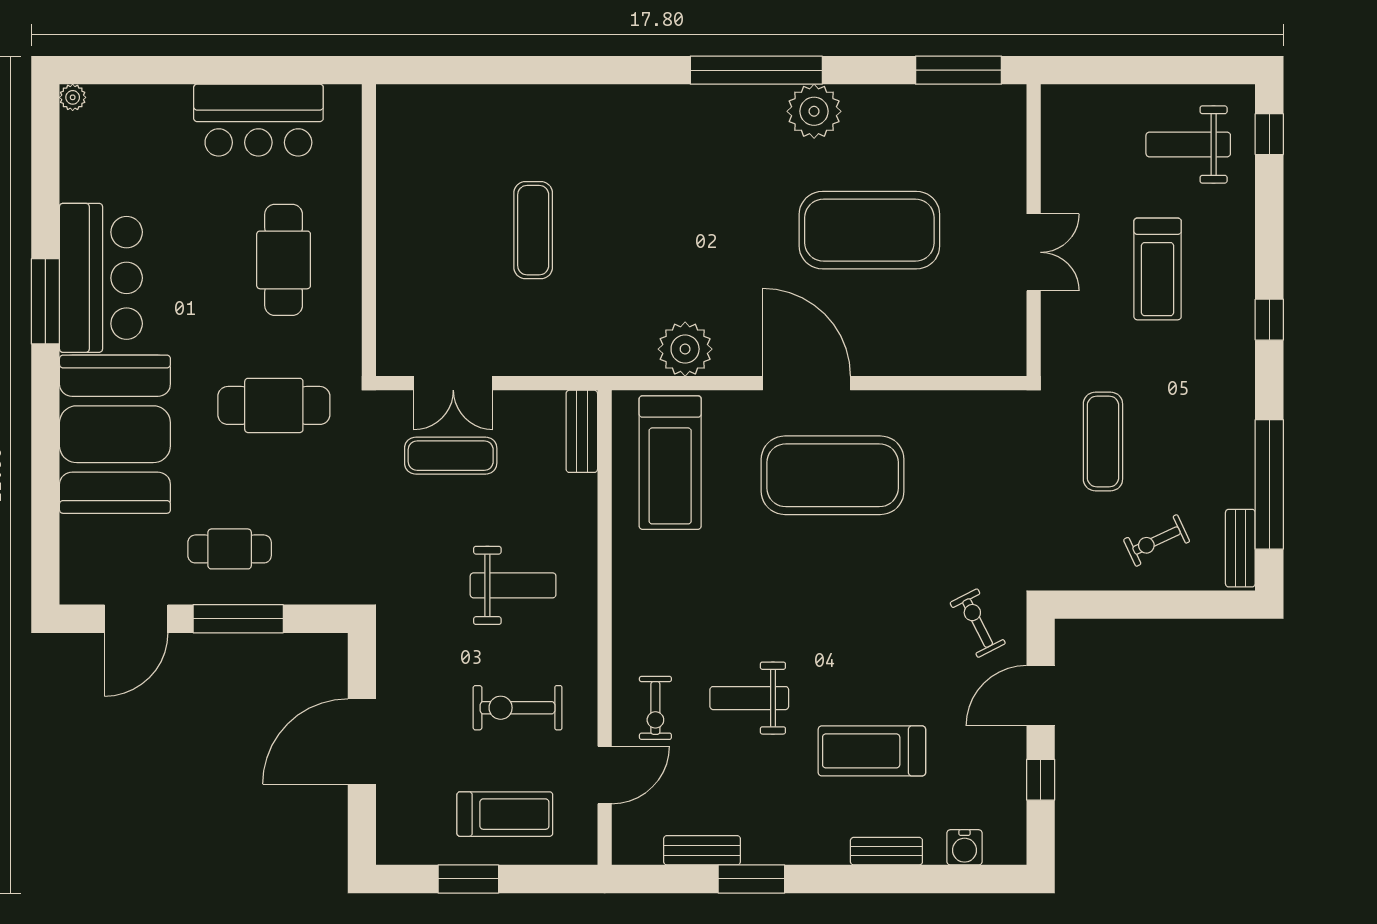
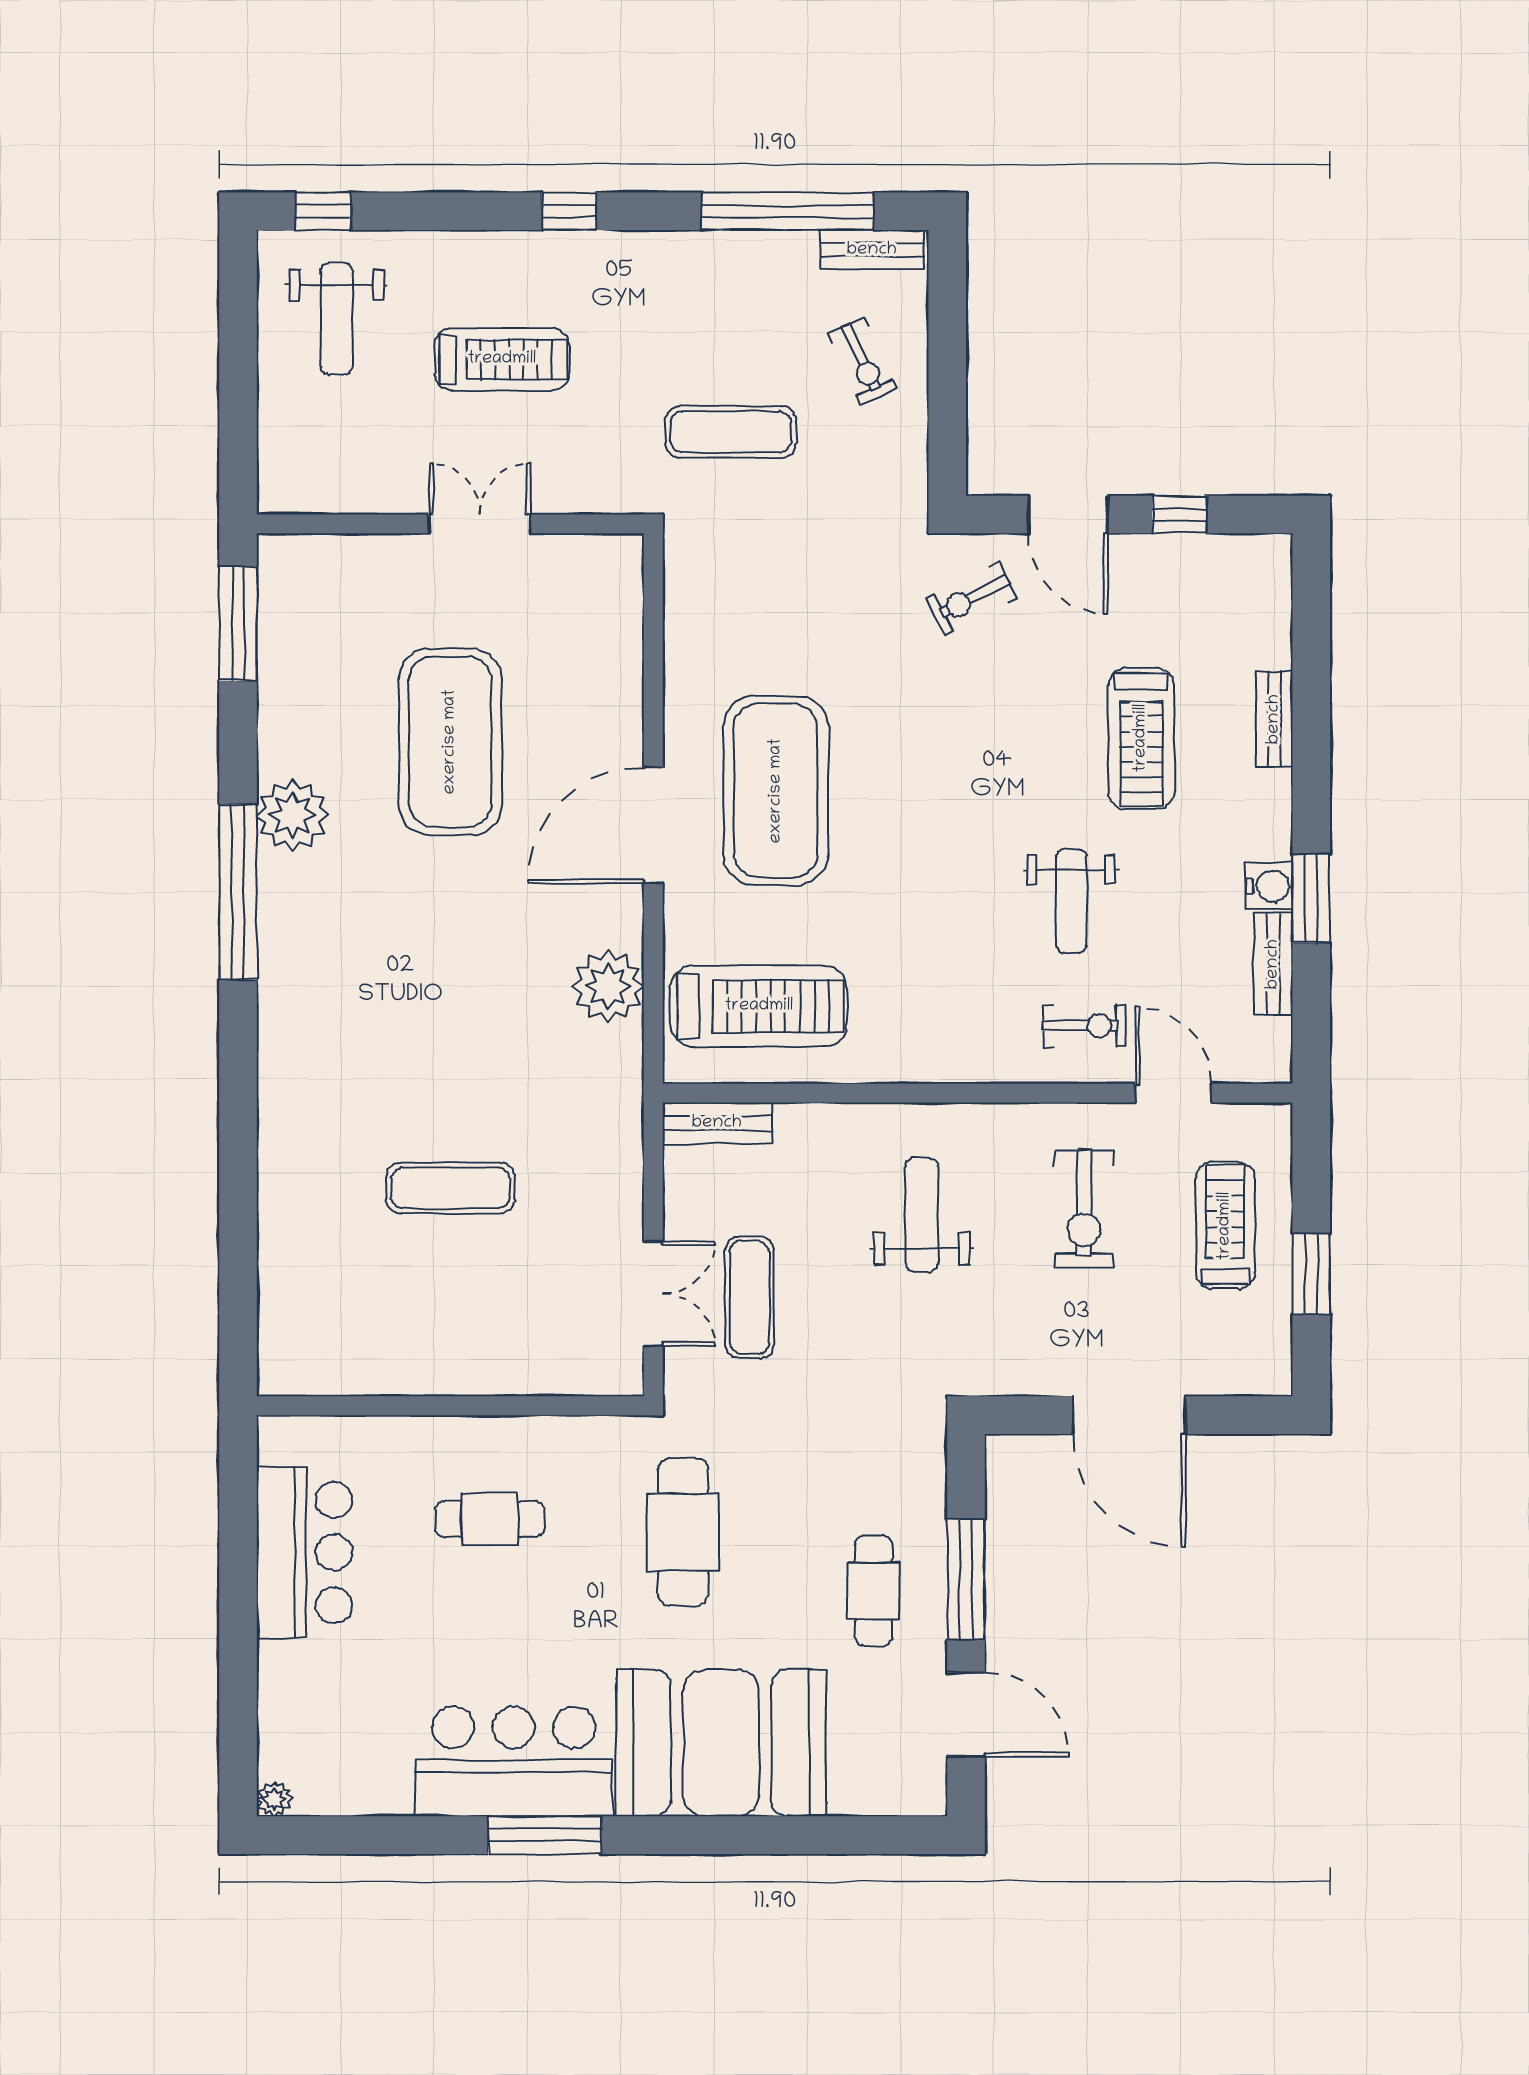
cafe table: (284, 260) -> (490, 1519), width x0.73, depth x0.74
water cooler: (964, 847) -> (1269, 886), moved

